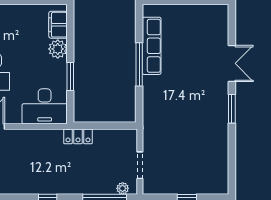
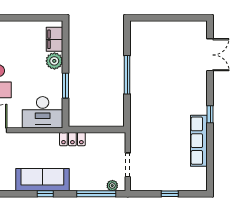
row of seats: (152, 46) -> (199, 141), moved, turned 180
double door: (232, 63) -> (210, 55), moved
window: (232, 109) -> (210, 114), width x0.67
sofa: (44, 182) -> (42, 180), added

